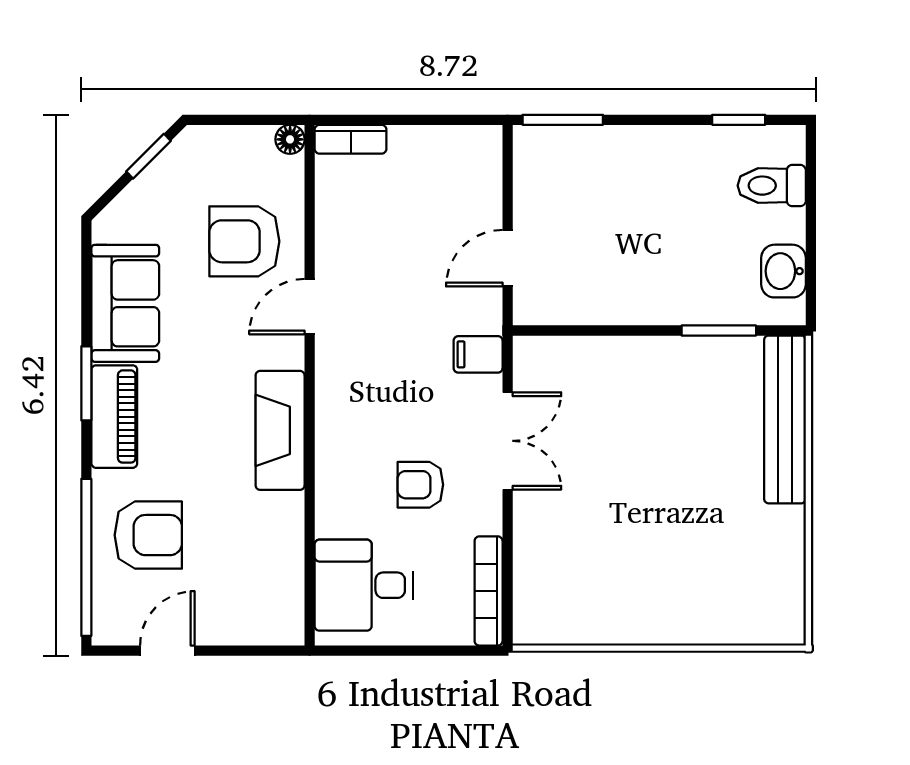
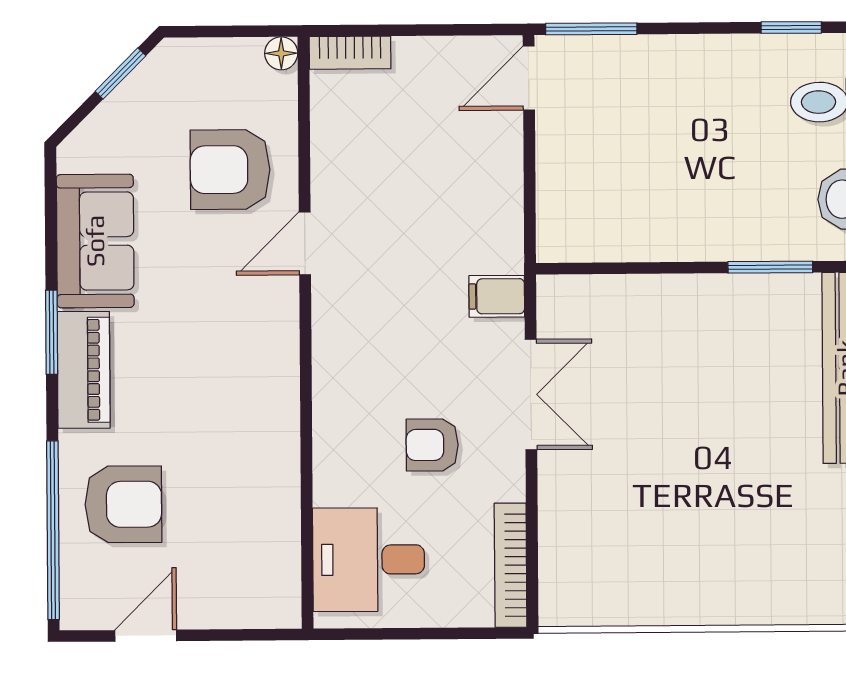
door: (508, 258) -> (529, 78), moved
fireplace: (280, 430) -> (272, 384), removed

